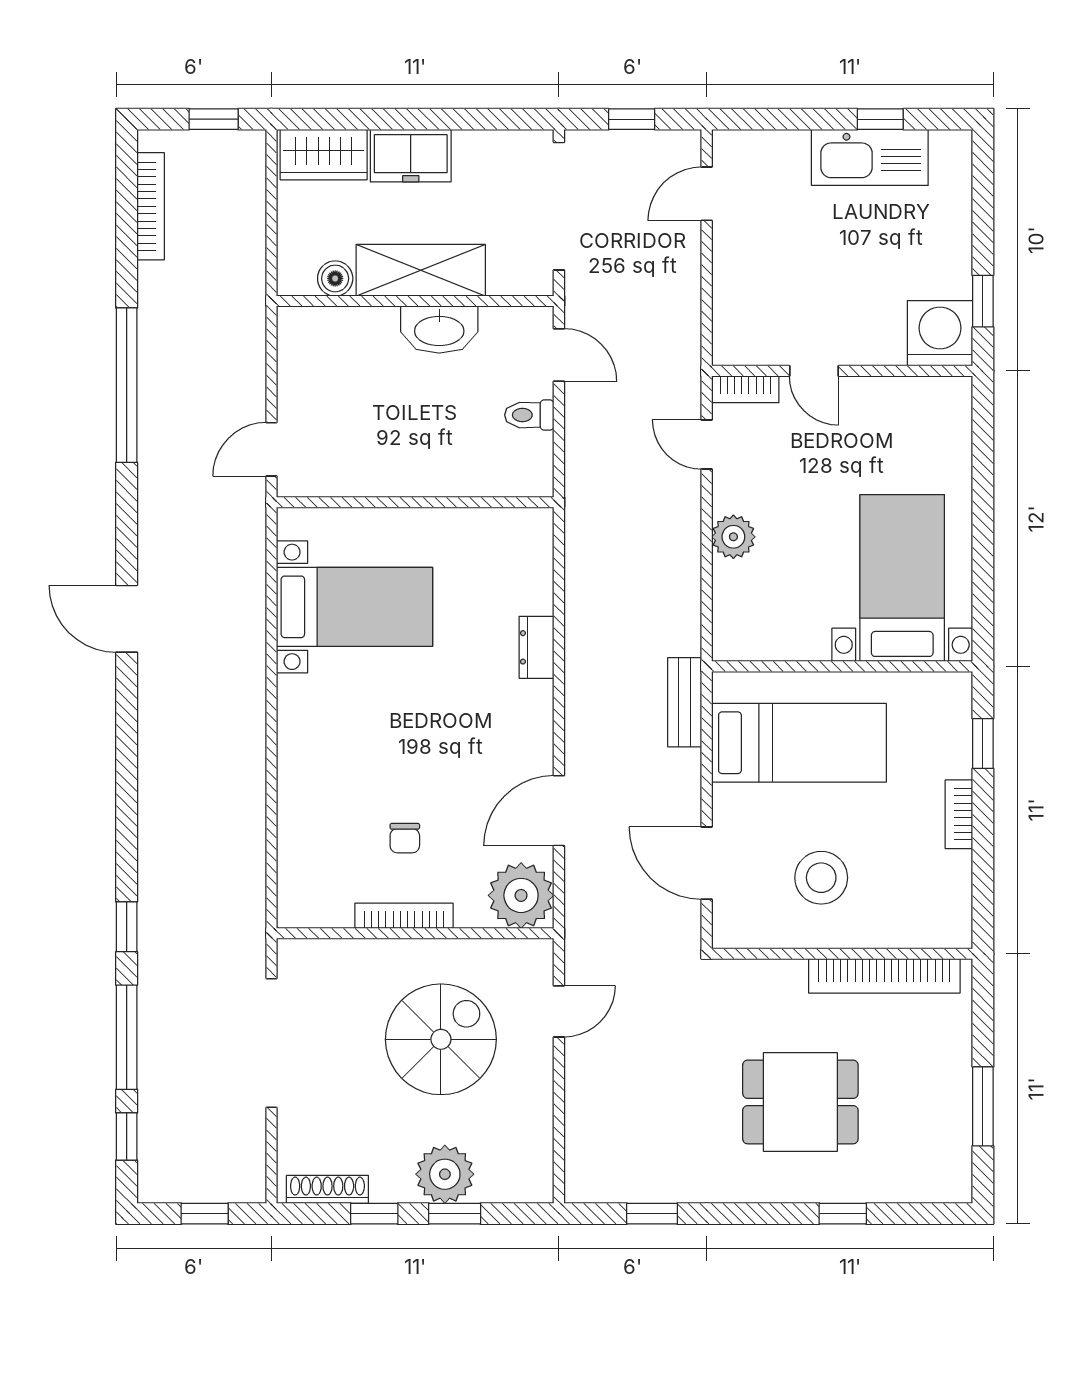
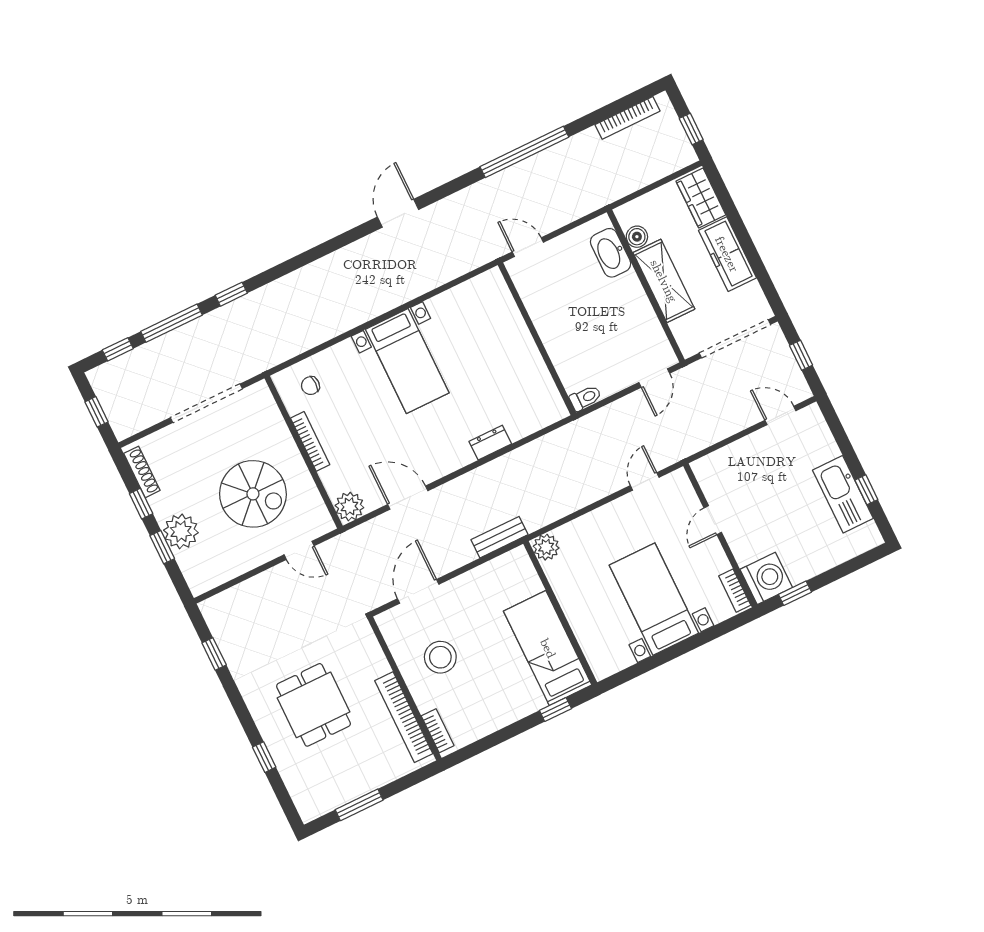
freezer: (411, 156) -> (727, 254), width x1.40
washbasin: (439, 330) -> (611, 253), moved
bookcase: (745, 389) -> (735, 591), moved
toilet: (529, 415) -> (585, 398), moved, turned 90
plant: (733, 537) -> (546, 547), moved
bed with nightstands: (902, 578) -> (654, 599), moved, turned -90
bed with nightstands: (354, 607) -> (407, 361), moved
bed: (799, 743) -> (548, 648), moved, turned 180
bookcase: (959, 814) -> (438, 731), moved, turned 90
chair: (405, 838) -> (310, 386), moved
plant: (521, 895) -> (349, 506), width x0.73, depth x0.73

